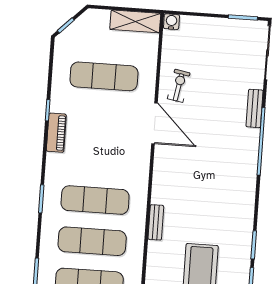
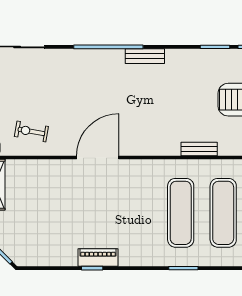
exercise mat: (104, 76) -> (53, 213), removed
exercise bike: (179, 86) -> (31, 131), moved
bench: (254, 108) -> (145, 56), moved
piano: (56, 133) -> (98, 258), moved

